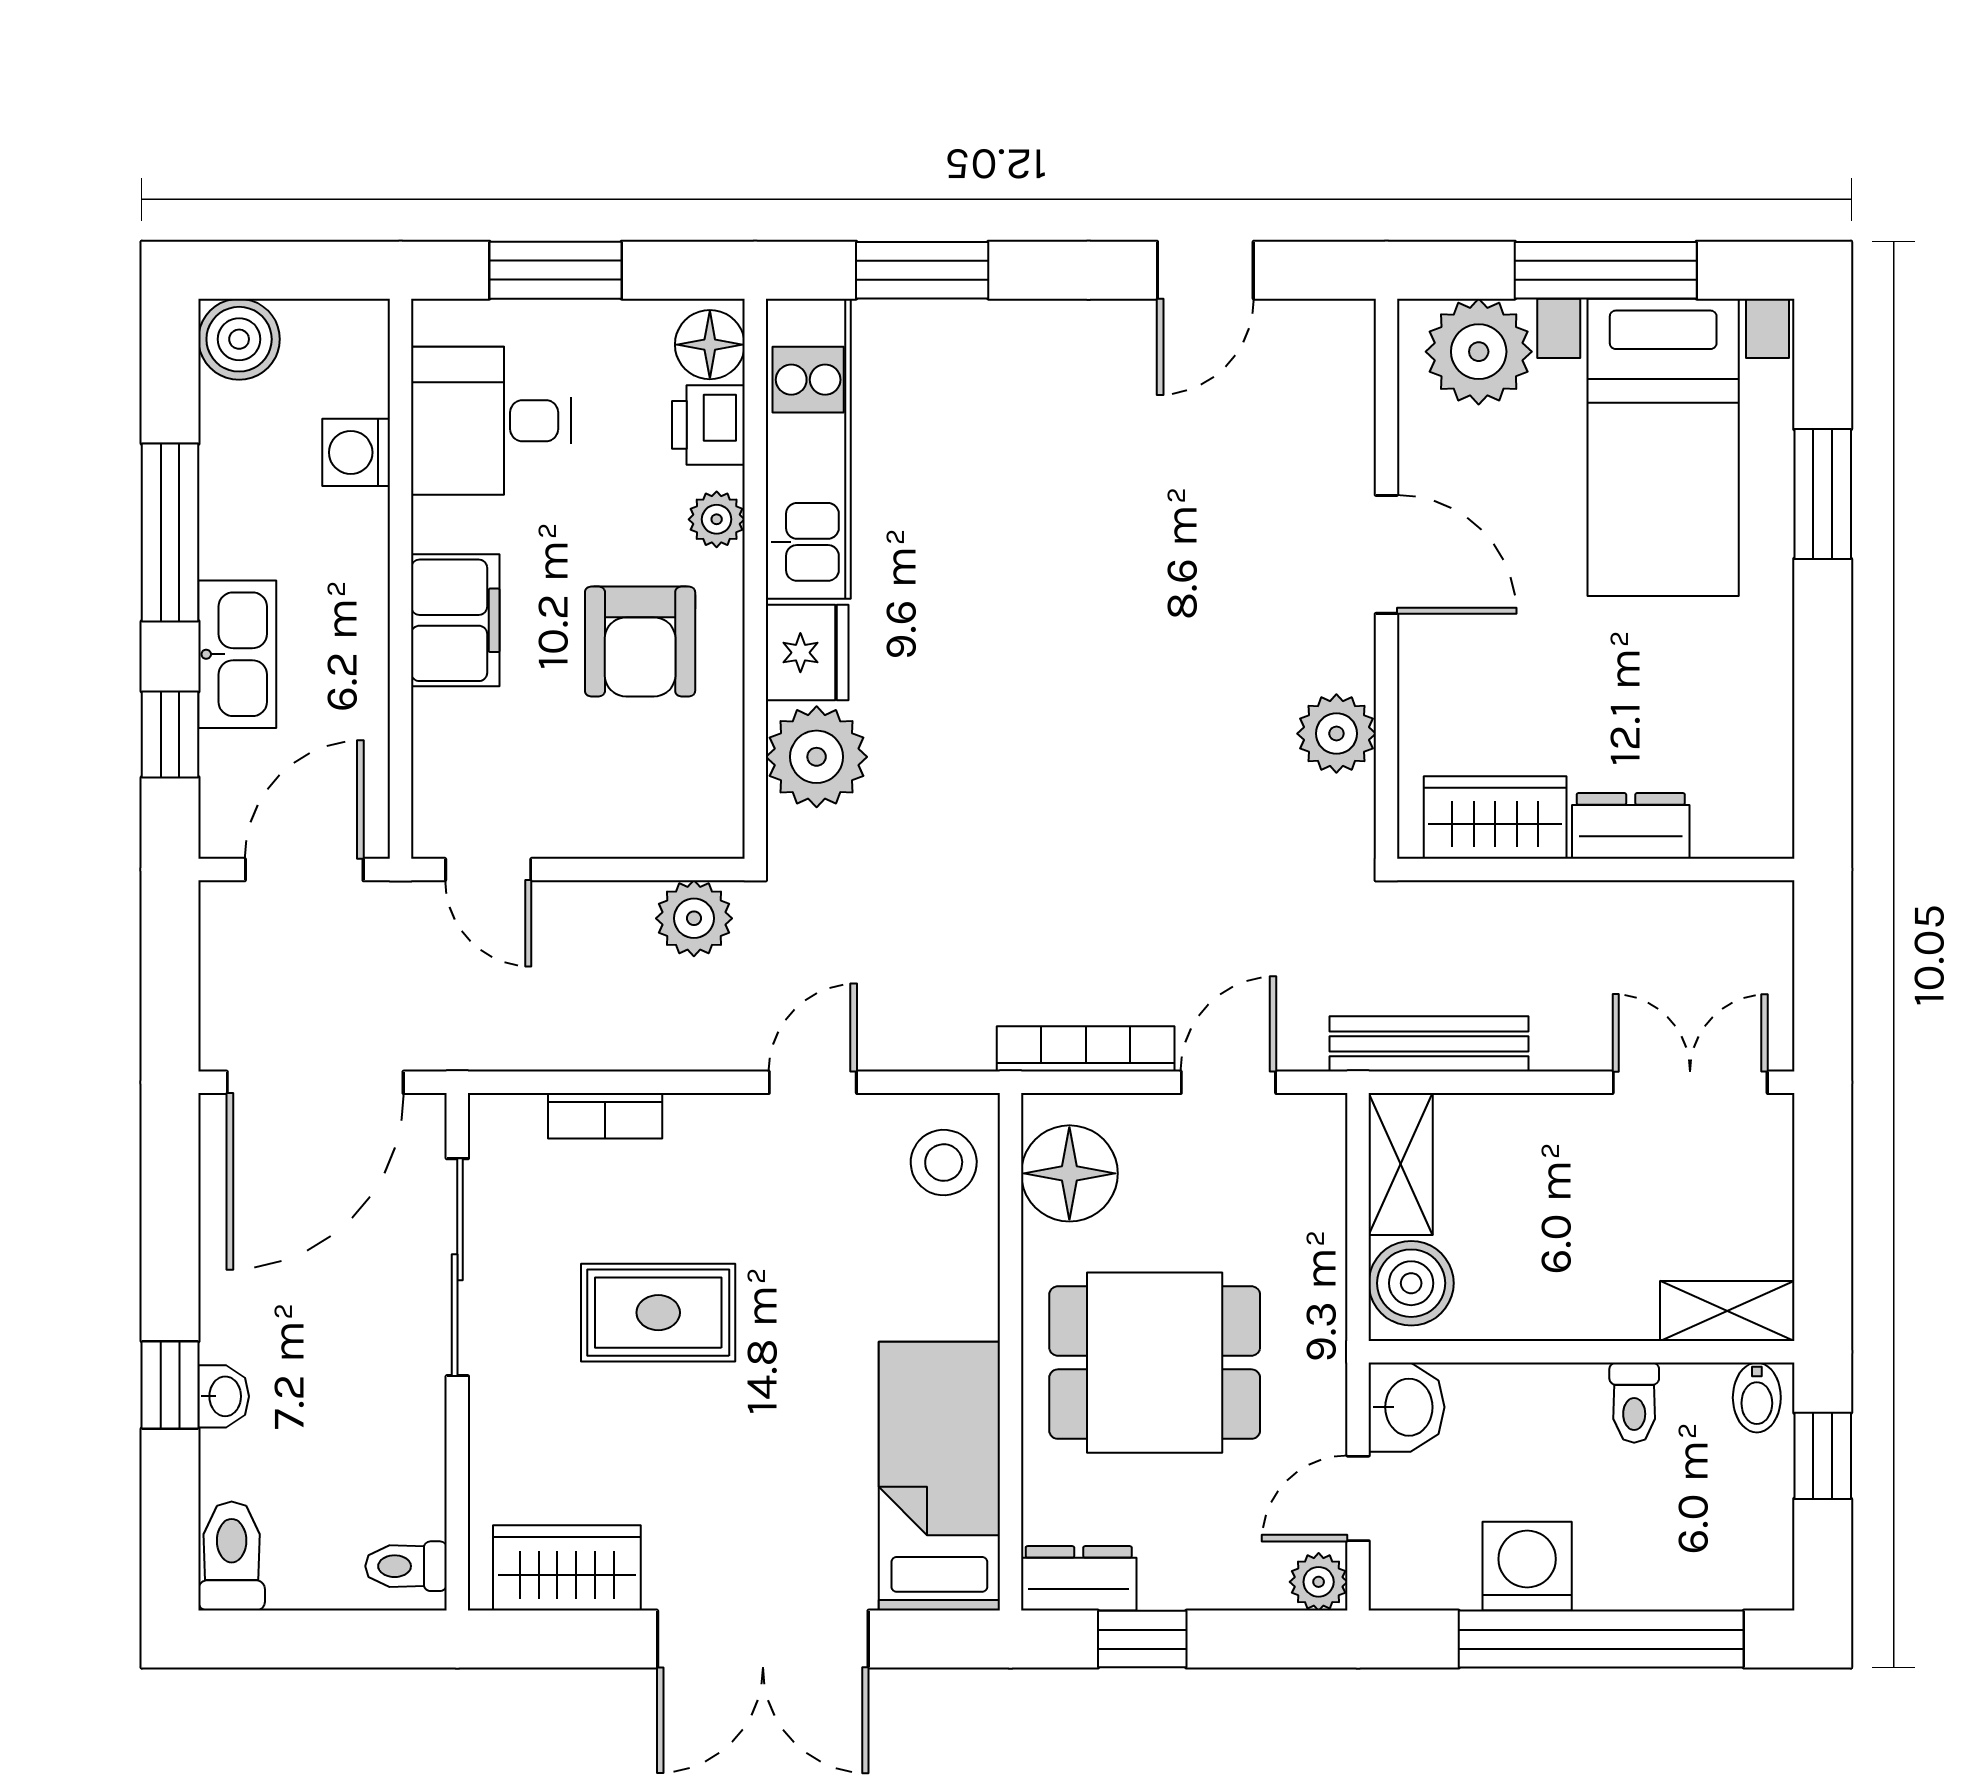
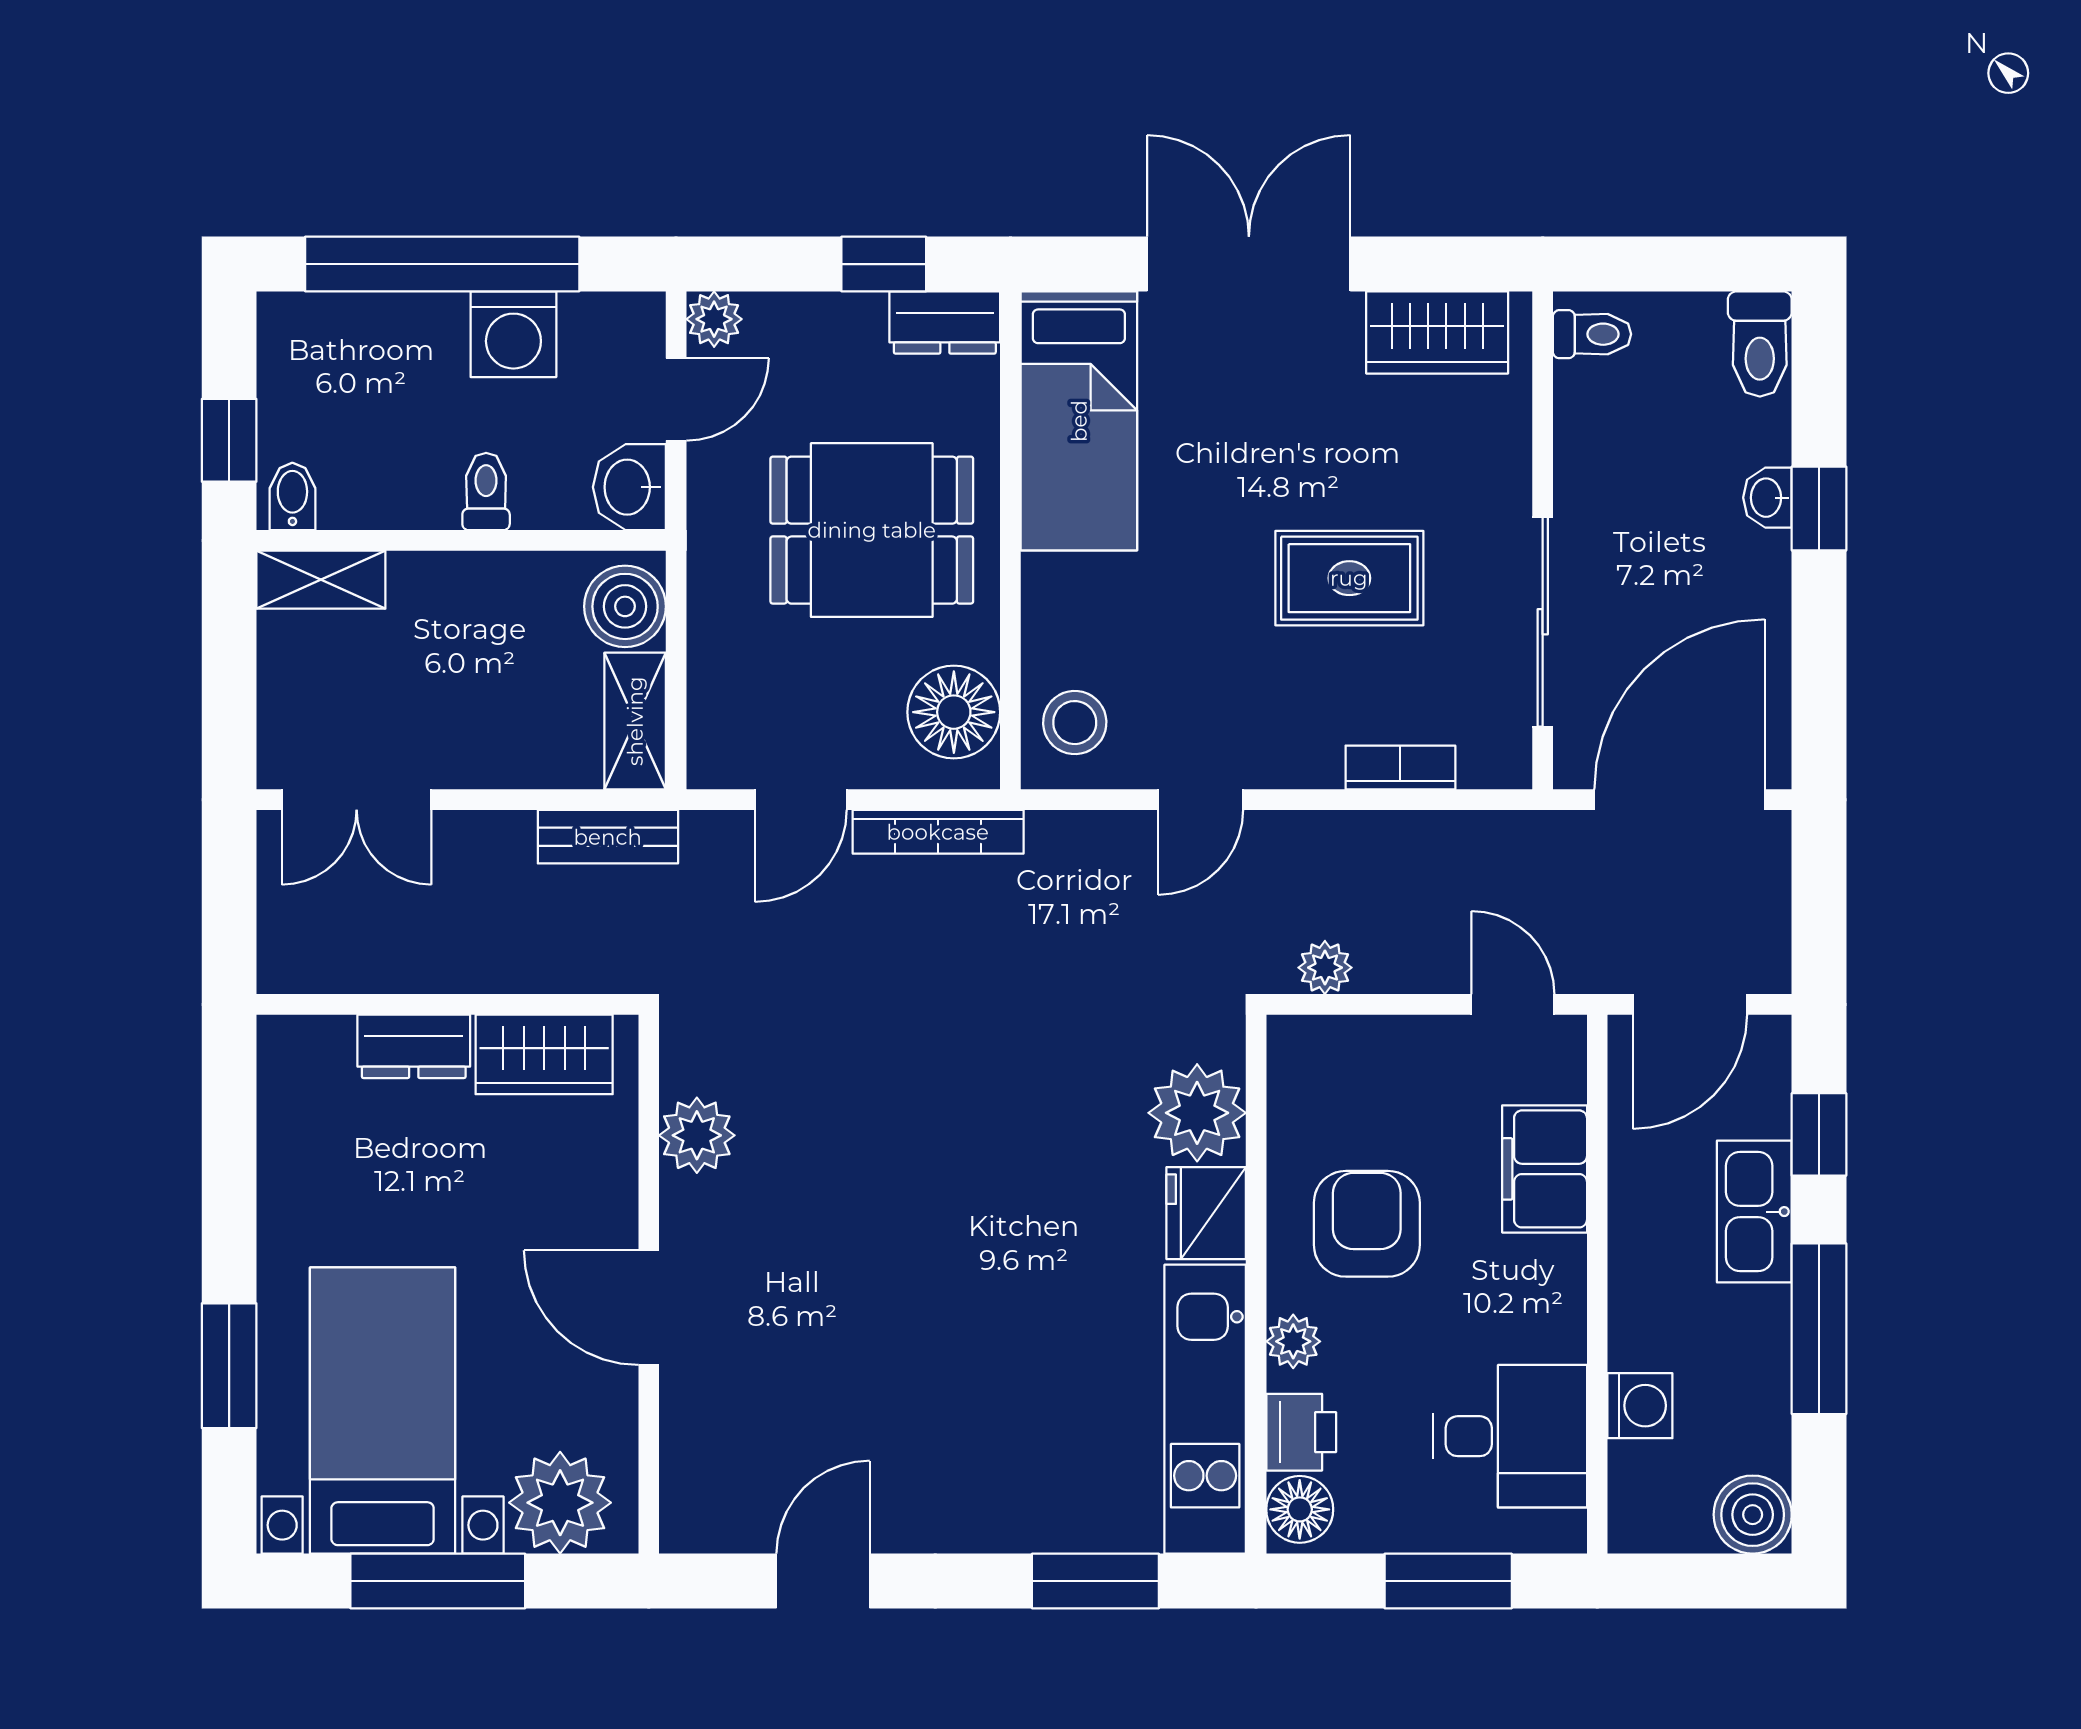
filing cabinet: (455, 620) -> (1545, 1169), moved
plant: (694, 918) -> (1325, 968), width x0.73, depth x0.73
bench: (1429, 1044) -> (608, 837), width x0.73
toilet: (1634, 1403) -> (486, 491), moved

